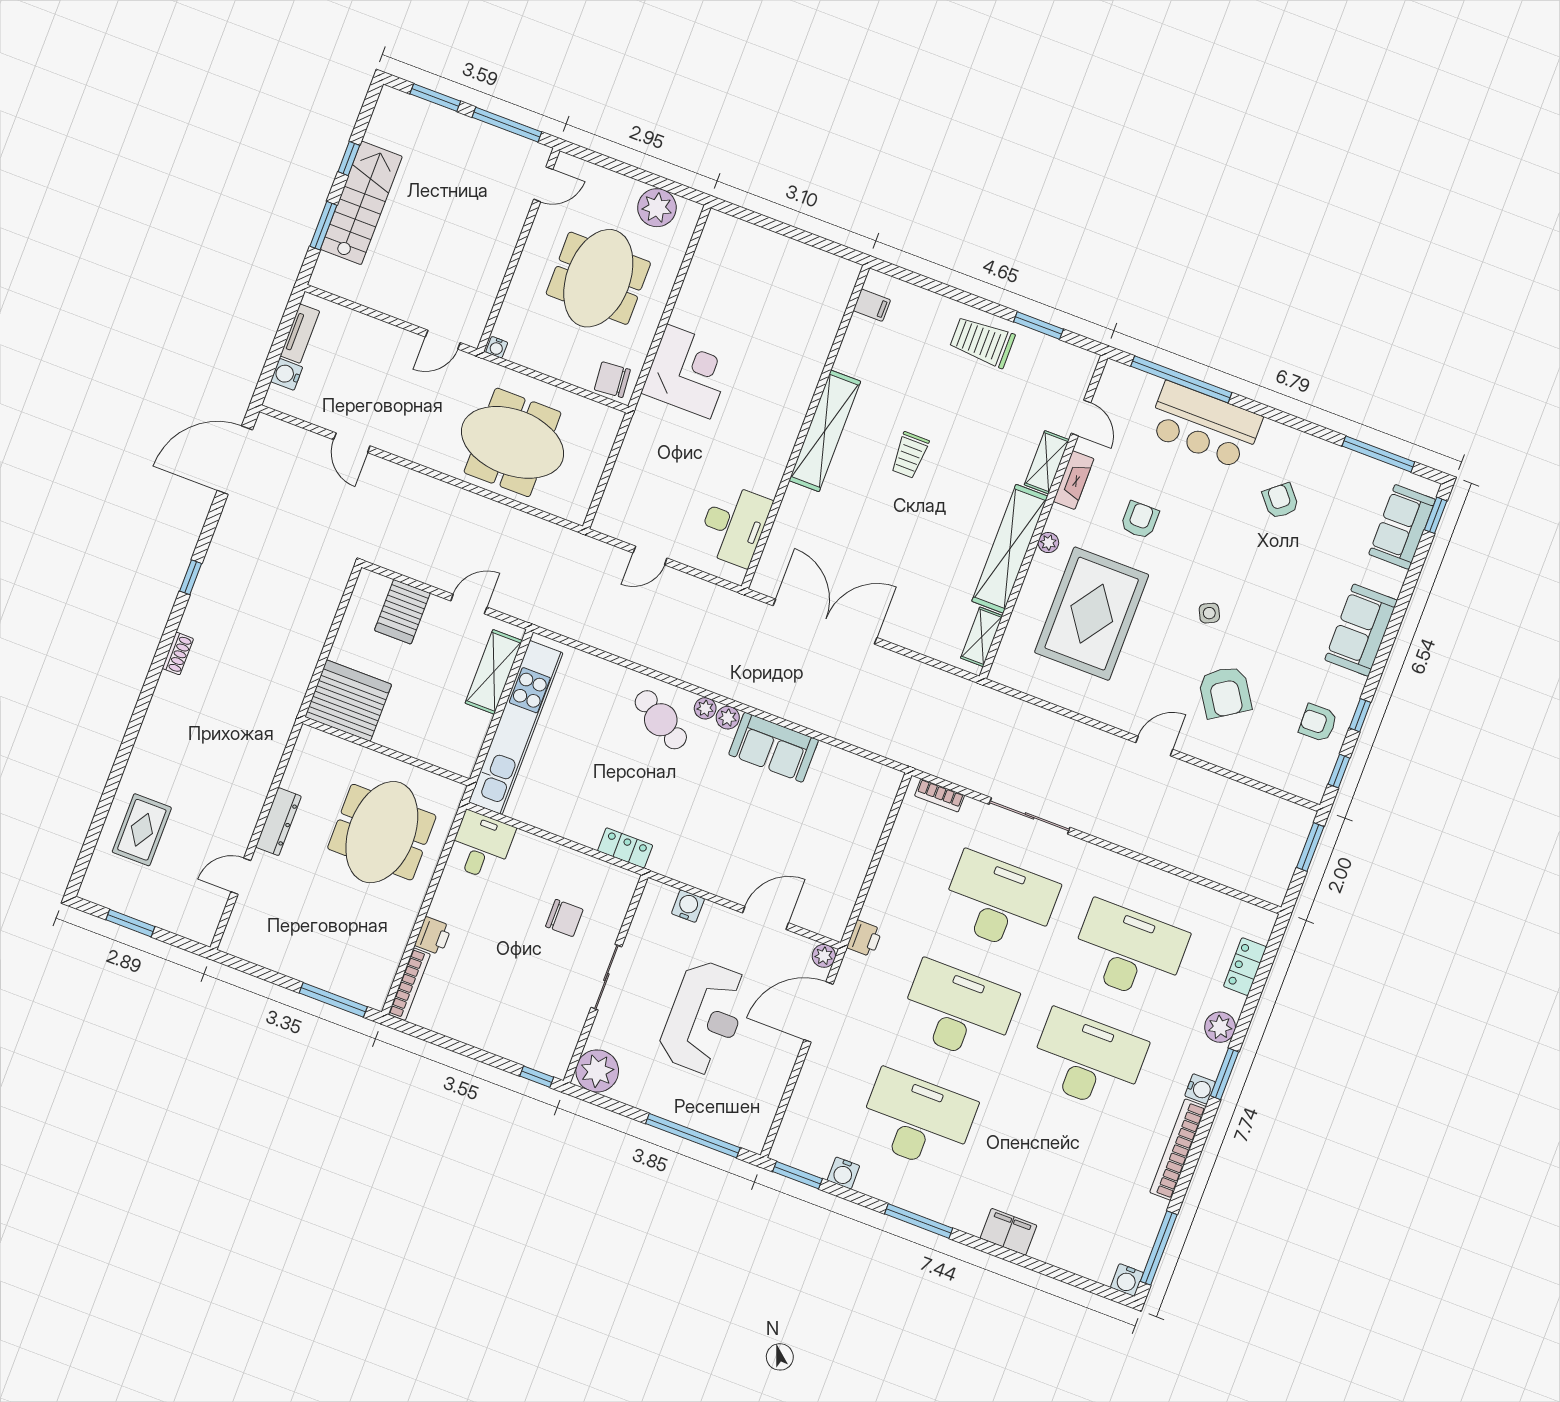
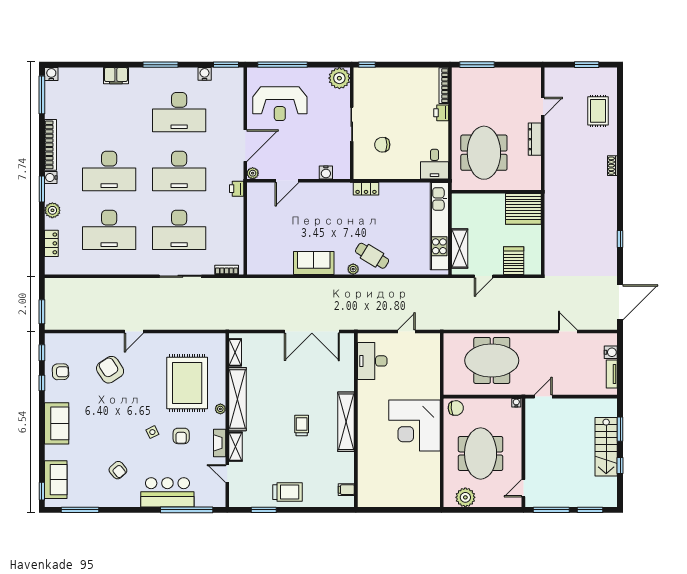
corner desk: (688, 371) -> (414, 425), width x1.36, depth x1.36
side table: (1209, 613) -> (152, 432), moved
shoe rack: (178, 653) -> (612, 166), moved
plant: (728, 718) -> (341, 269), removed
reception desk: (704, 1018) -> (280, 104), moved, turned -90

